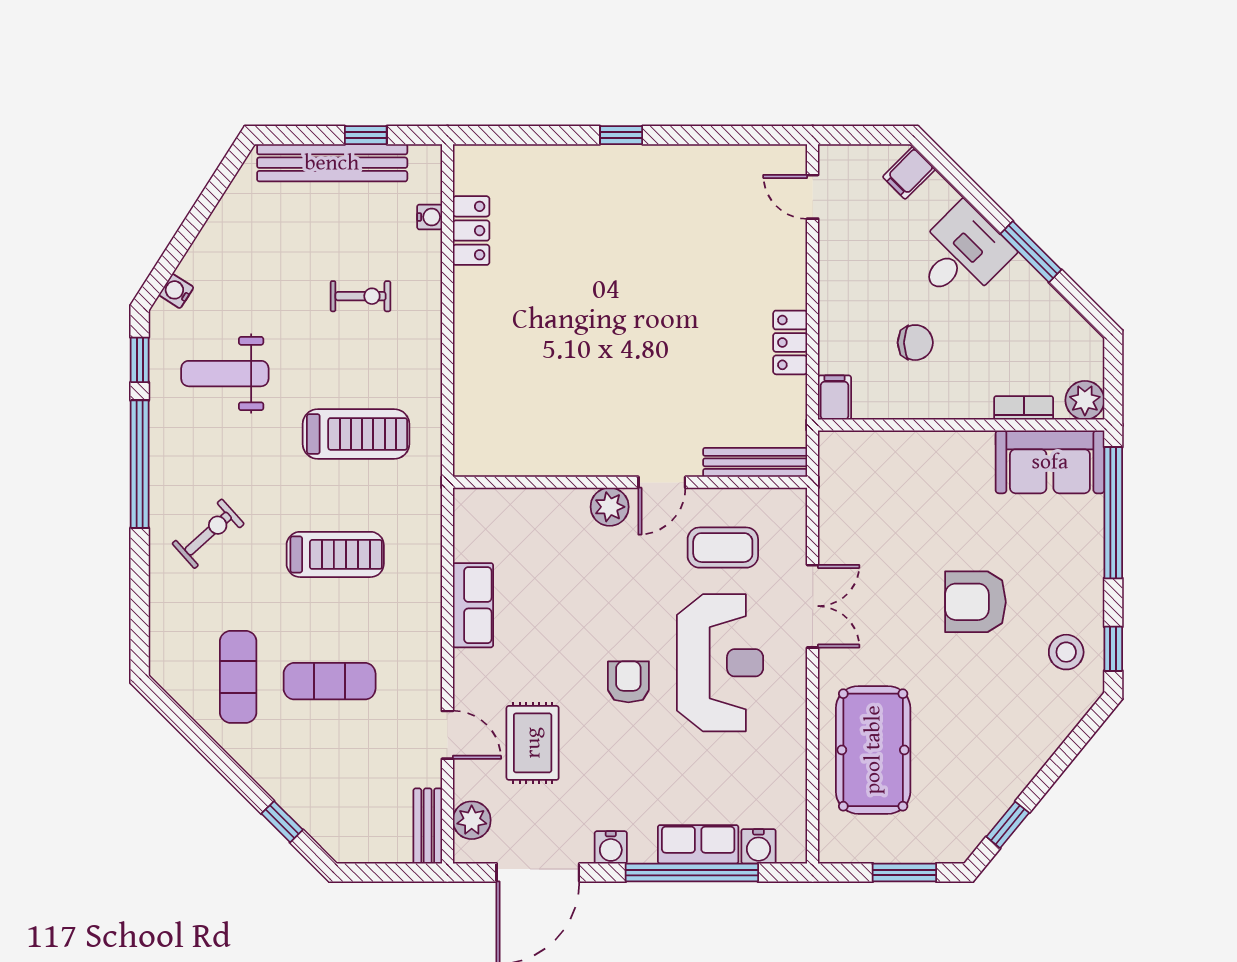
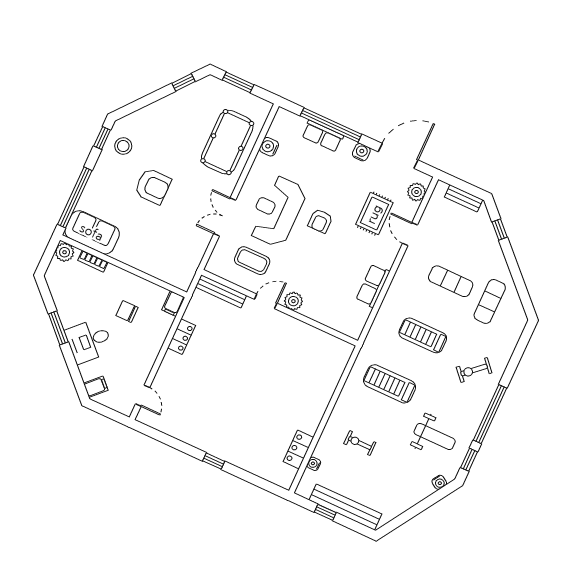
bench: (428, 826) -> (464, 198), moved, turned 90
water cooler: (758, 846) -> (269, 147), moved, turned -90

